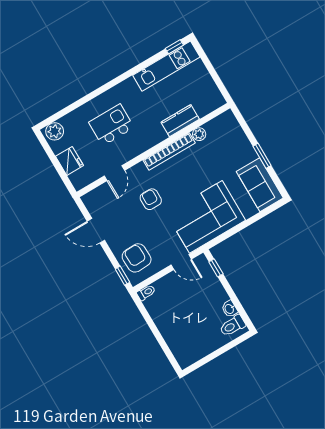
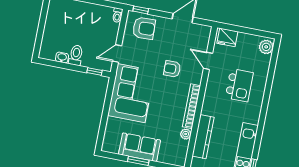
kitchen counter: (180, 121) -> (203, 137), width x1.50
fridge: (69, 161) -> (227, 37), moved
sofa: (260, 185) -> (140, 147), moved
armchair: (151, 199) -> (172, 69), turned 180
toilet: (233, 326) -> (76, 55), moved

